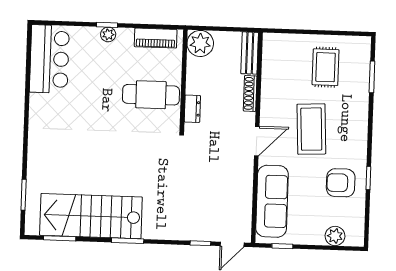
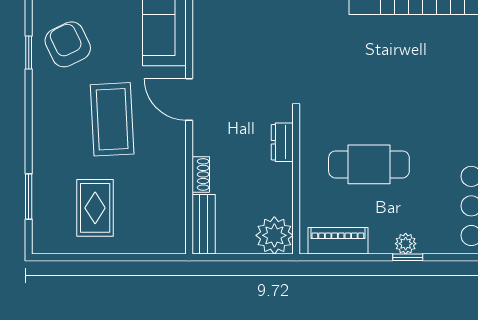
shoe rack: (250, 93) -> (201, 174), width x0.70
cafe table: (151, 95) -> (369, 164), moved
door: (257, 141) -> (189, 100), hinge flipped
armchair: (341, 183) -> (68, 44), turned -116

